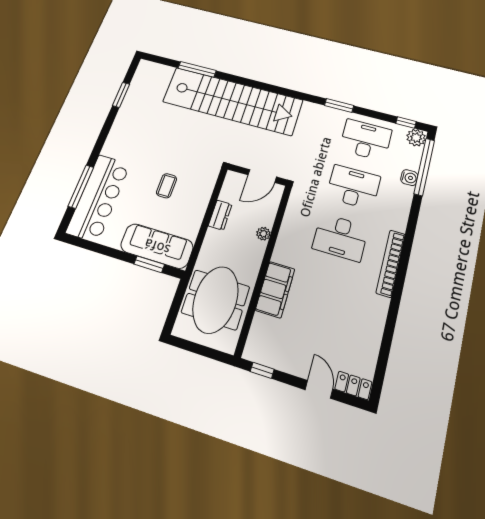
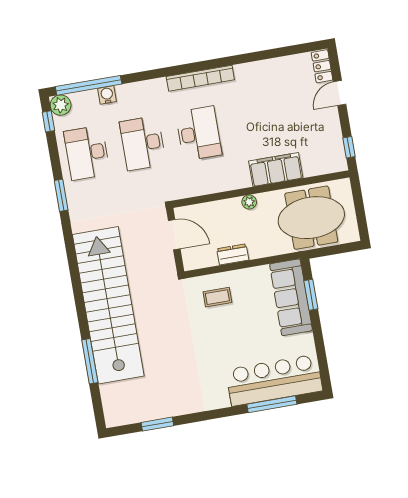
coffee table: (167, 186) -> (217, 297), moved
plant: (263, 234) -> (249, 202), moved

